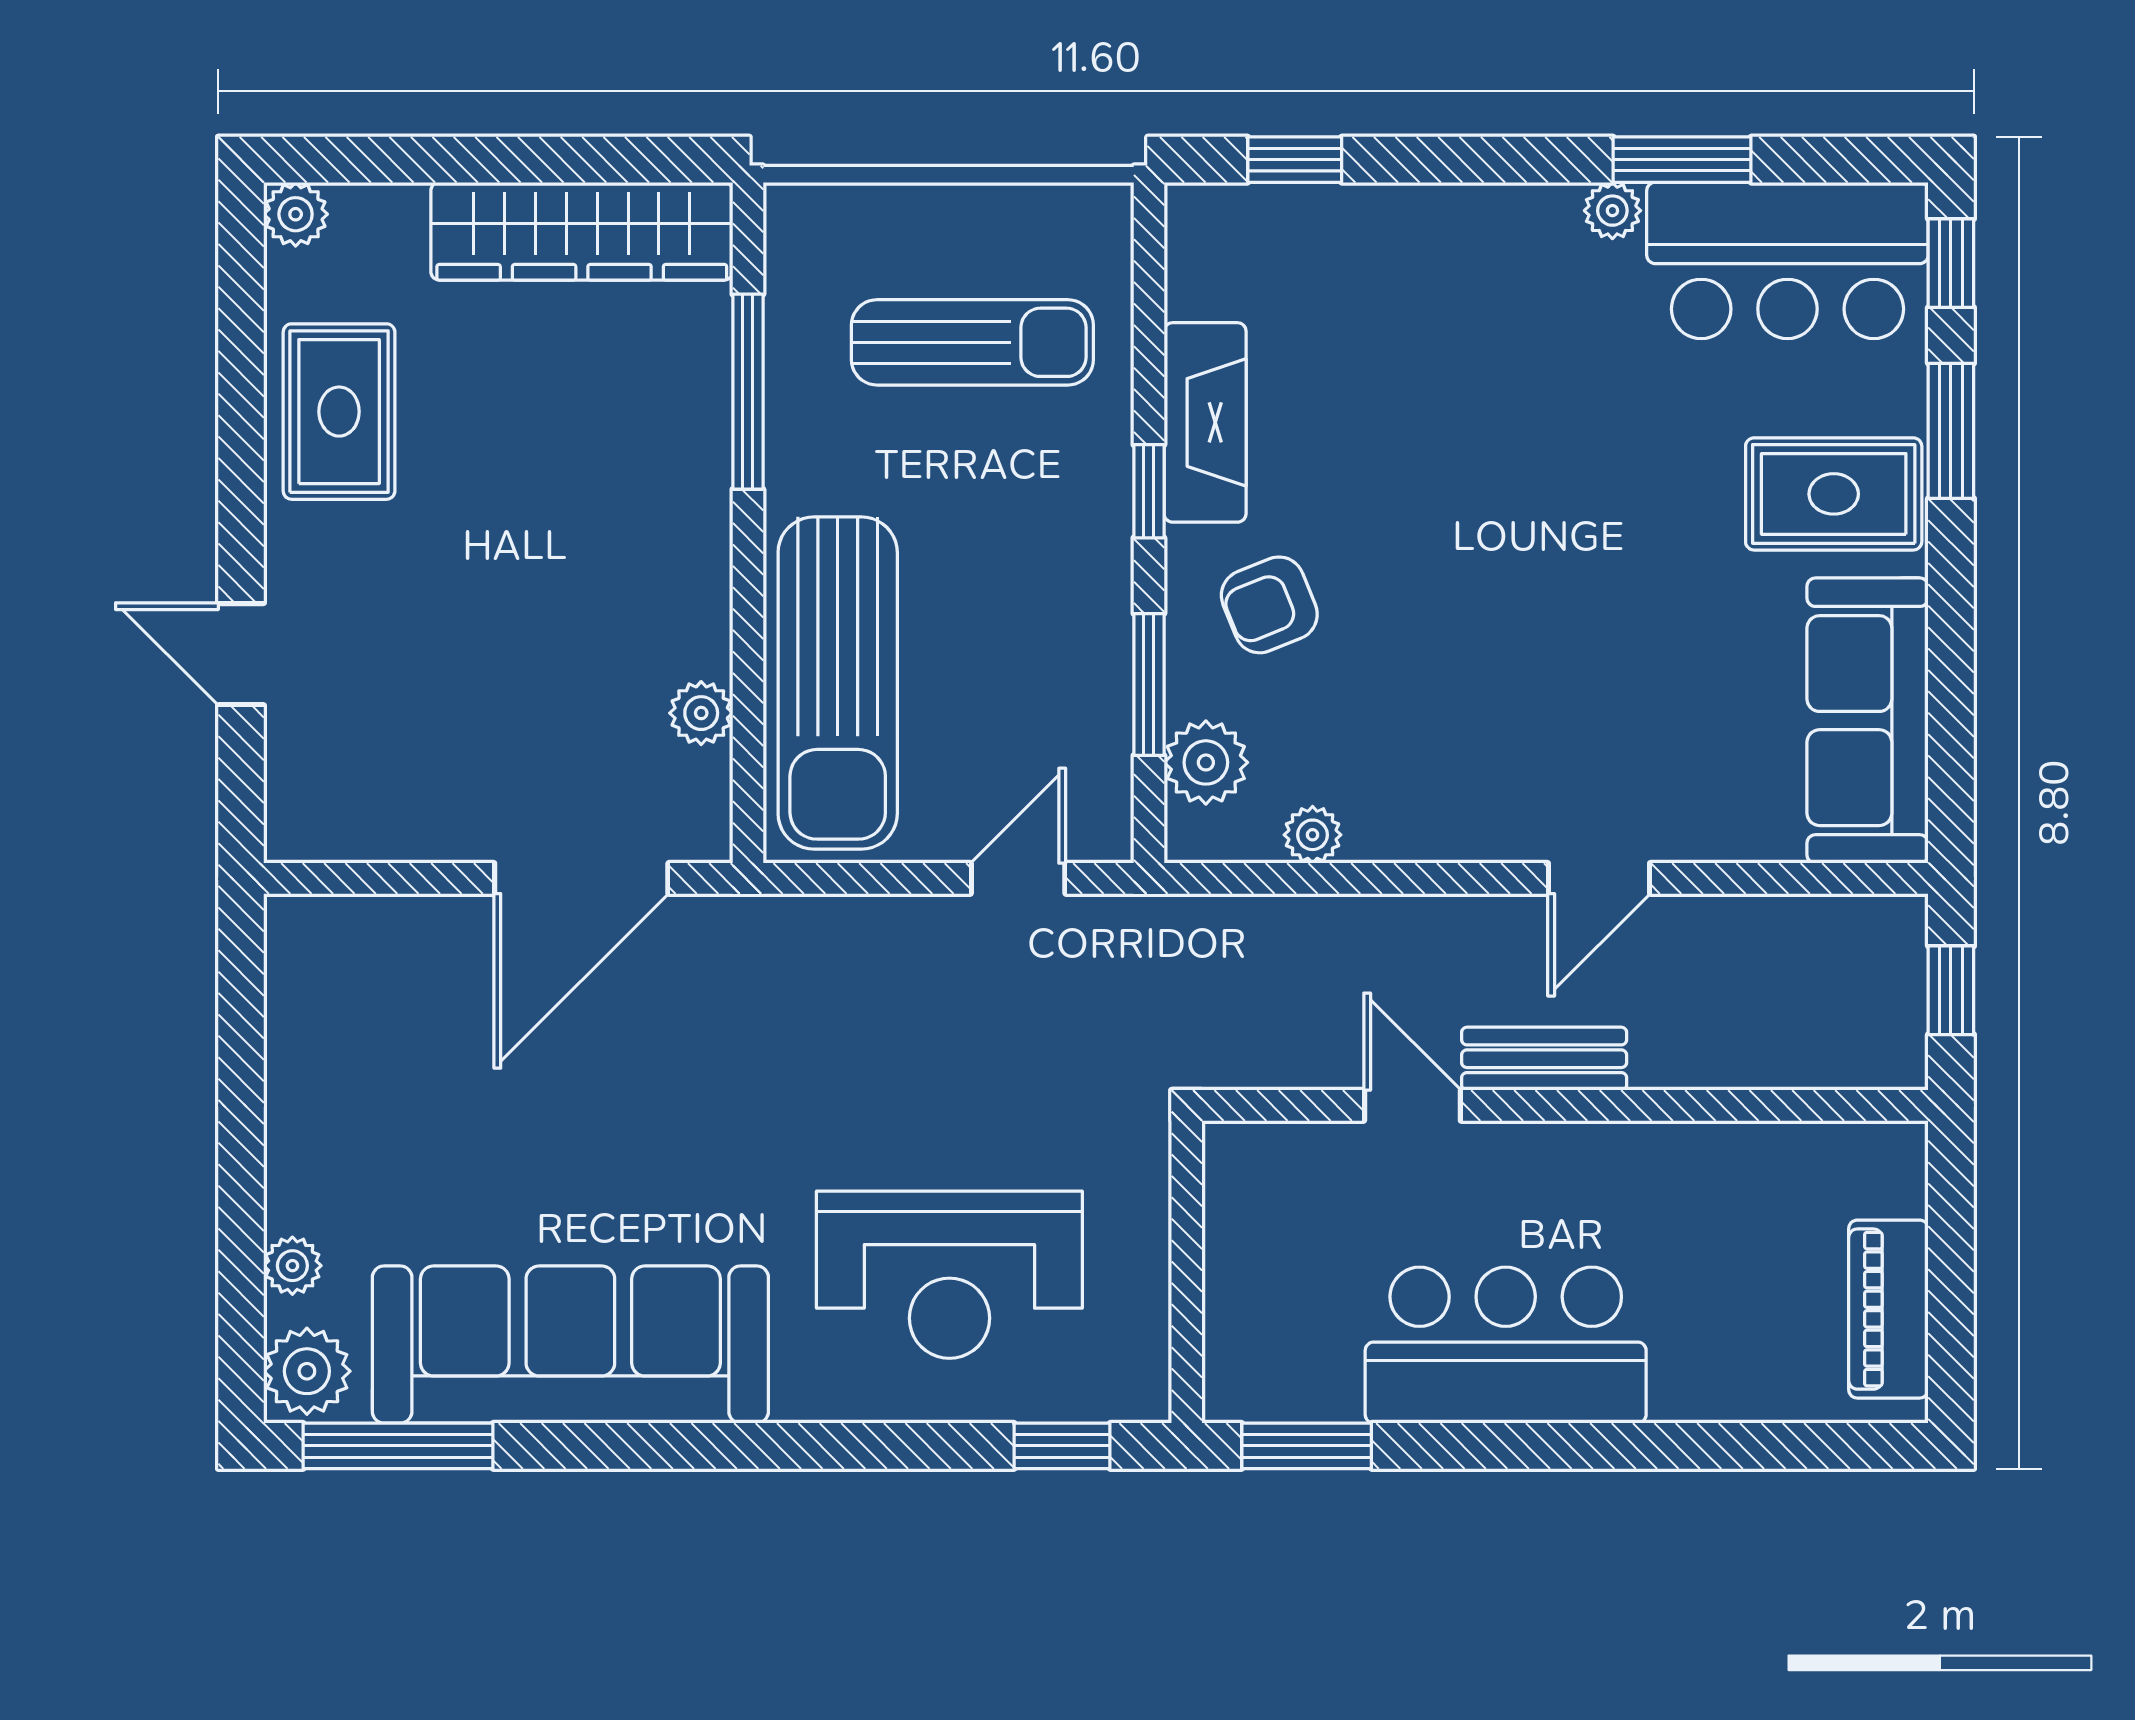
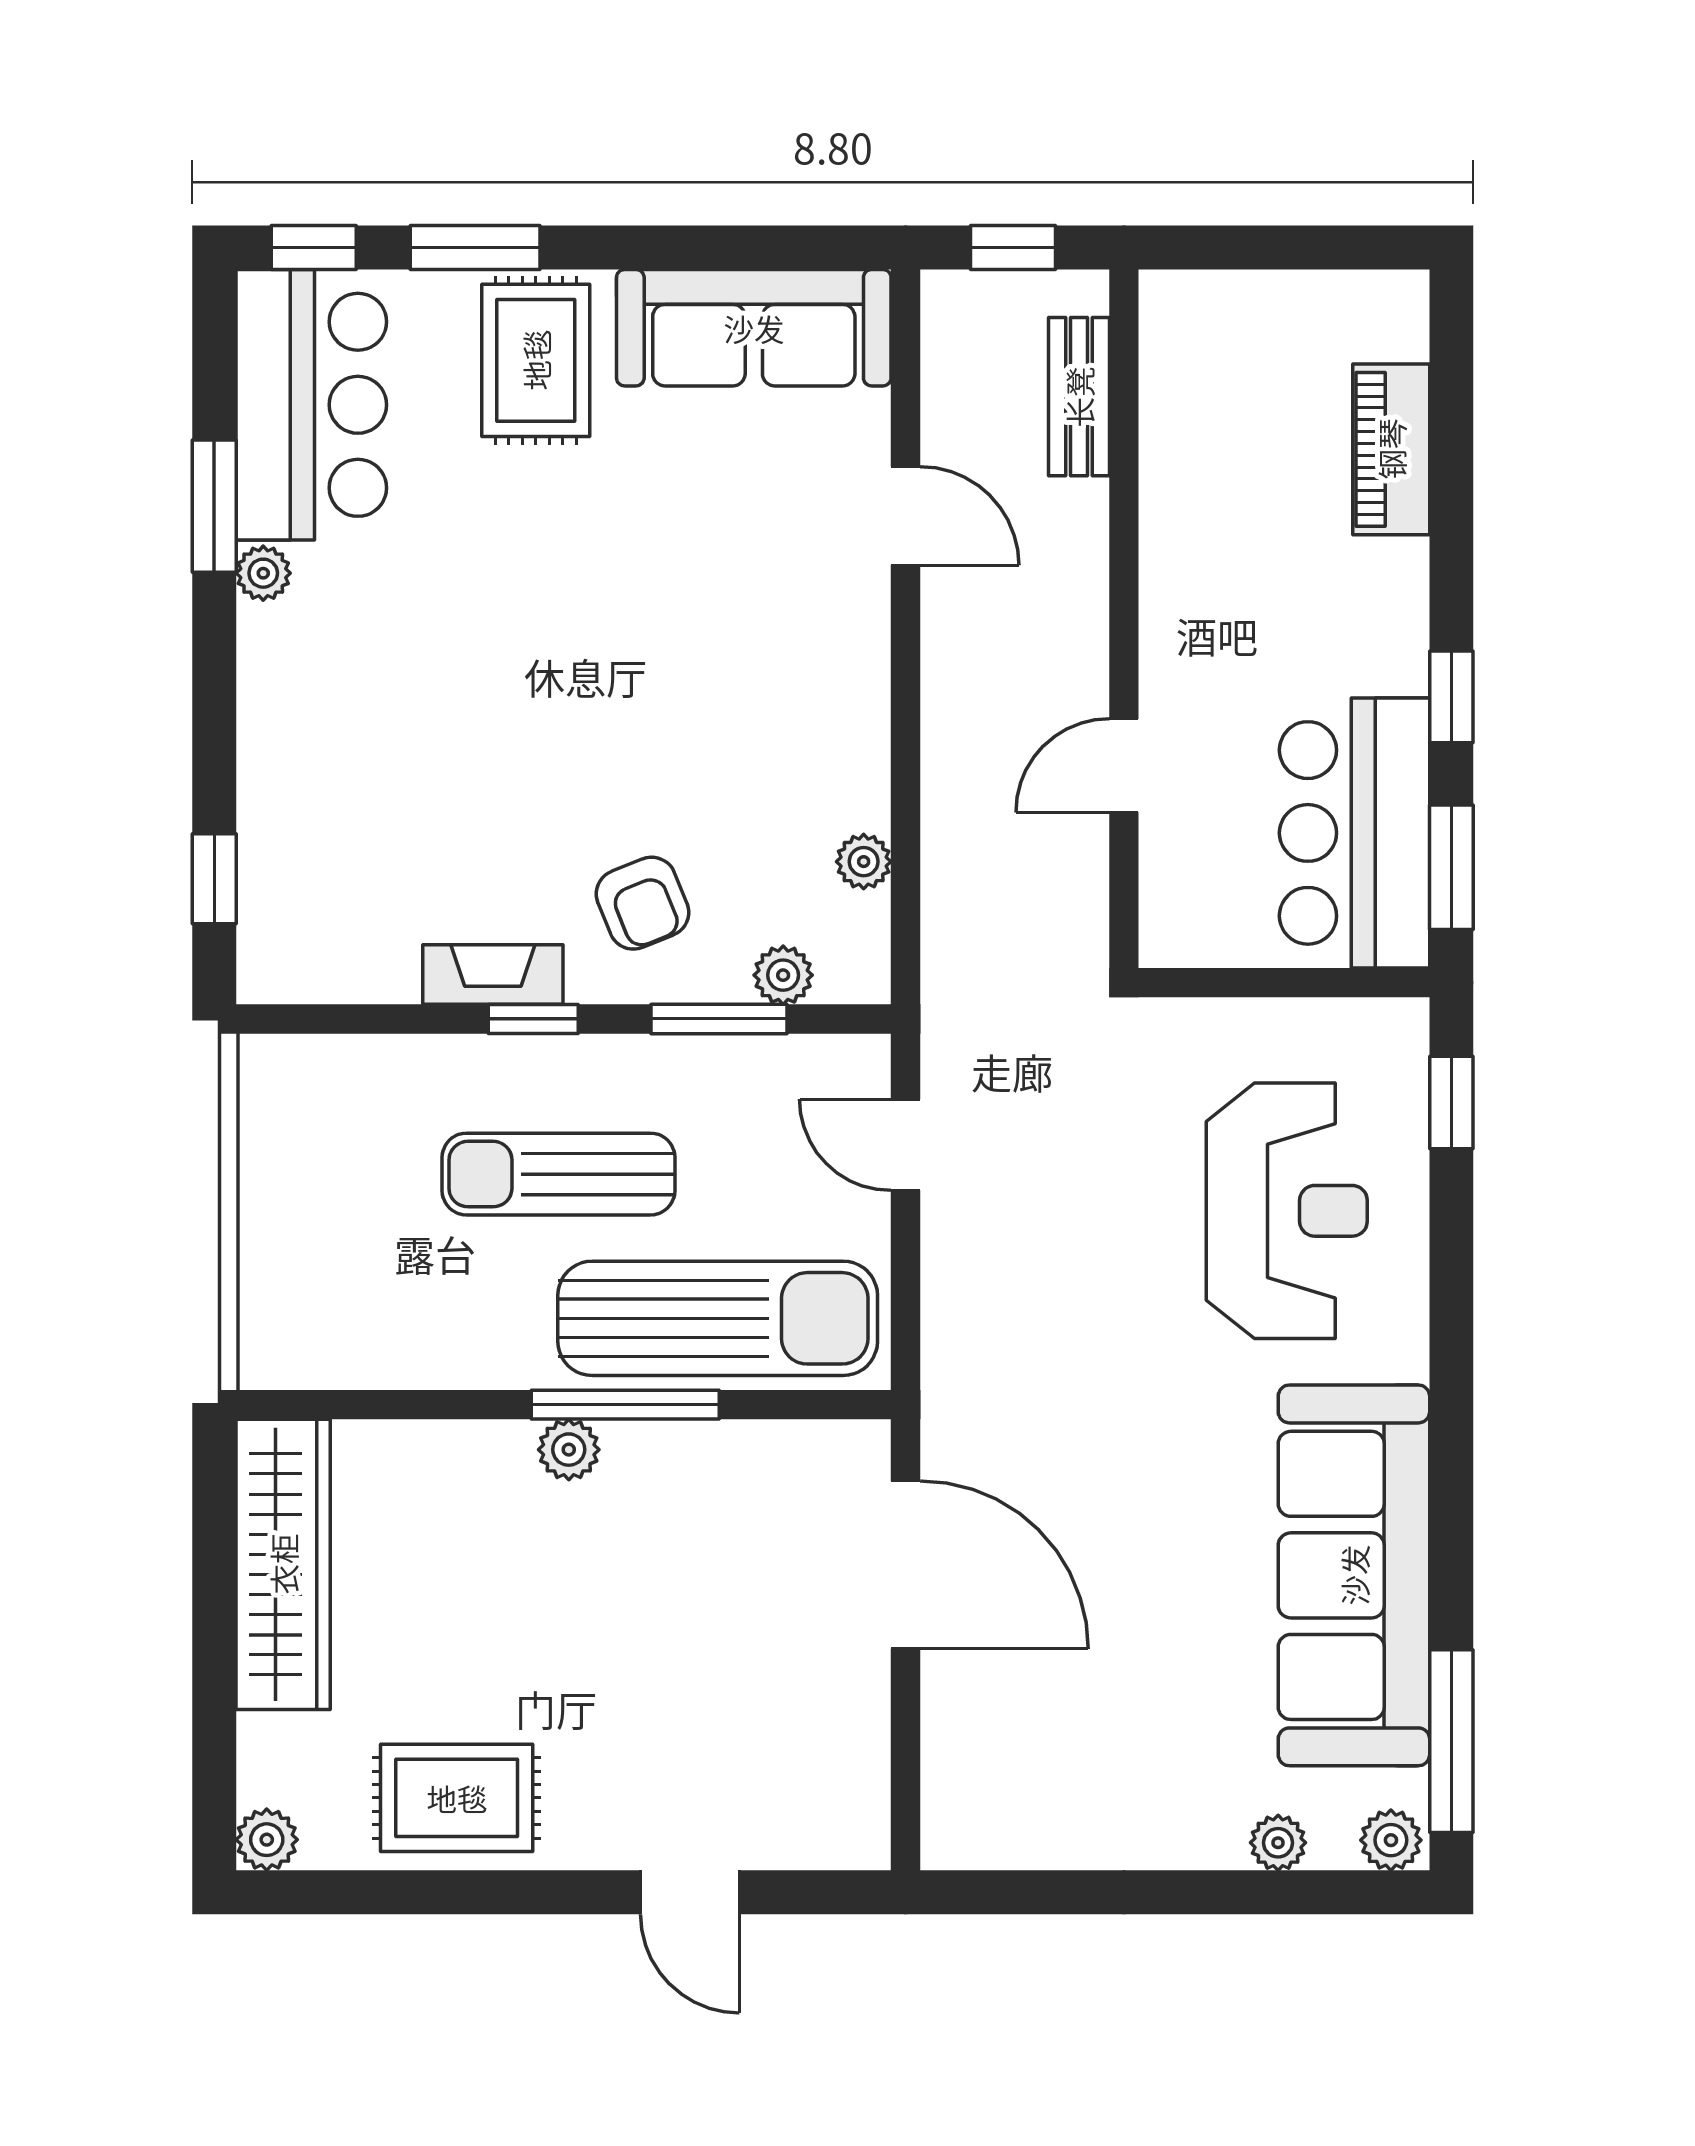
sun lounger: (972, 342) -> (558, 1174), moved, turned -90
window: (748, 392) -> (625, 1405), moved
fireplace: (1205, 422) -> (493, 974), width x0.73, depth x0.76
door: (241, 654) -> (690, 1892), hinge flipped
plant: (701, 713) -> (569, 1450), moved
plant: (1206, 762) -> (783, 975), width x0.73, depth x0.73
door: (1599, 878) -> (906, 516), moved
bench: (1544, 1059) -> (1079, 397), moved
piano: (1888, 1309) -> (1391, 449), moved, turned 90
bar counter: (1506, 1345) -> (1354, 833), moved
plant: (307, 1371) -> (1391, 1840), width x0.73, depth x0.73
window: (1484, 1446) -> (1451, 697), added

